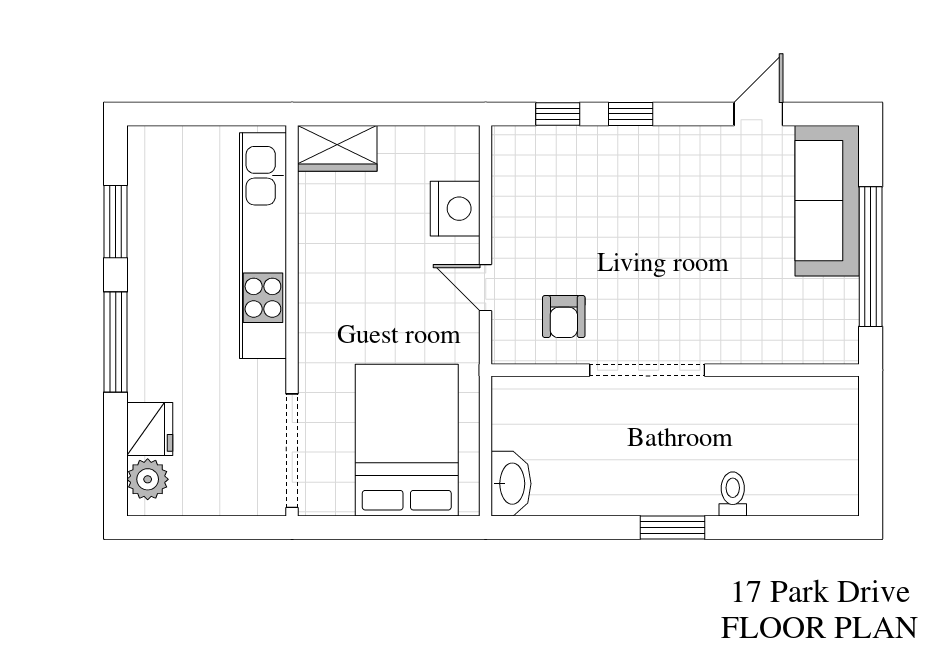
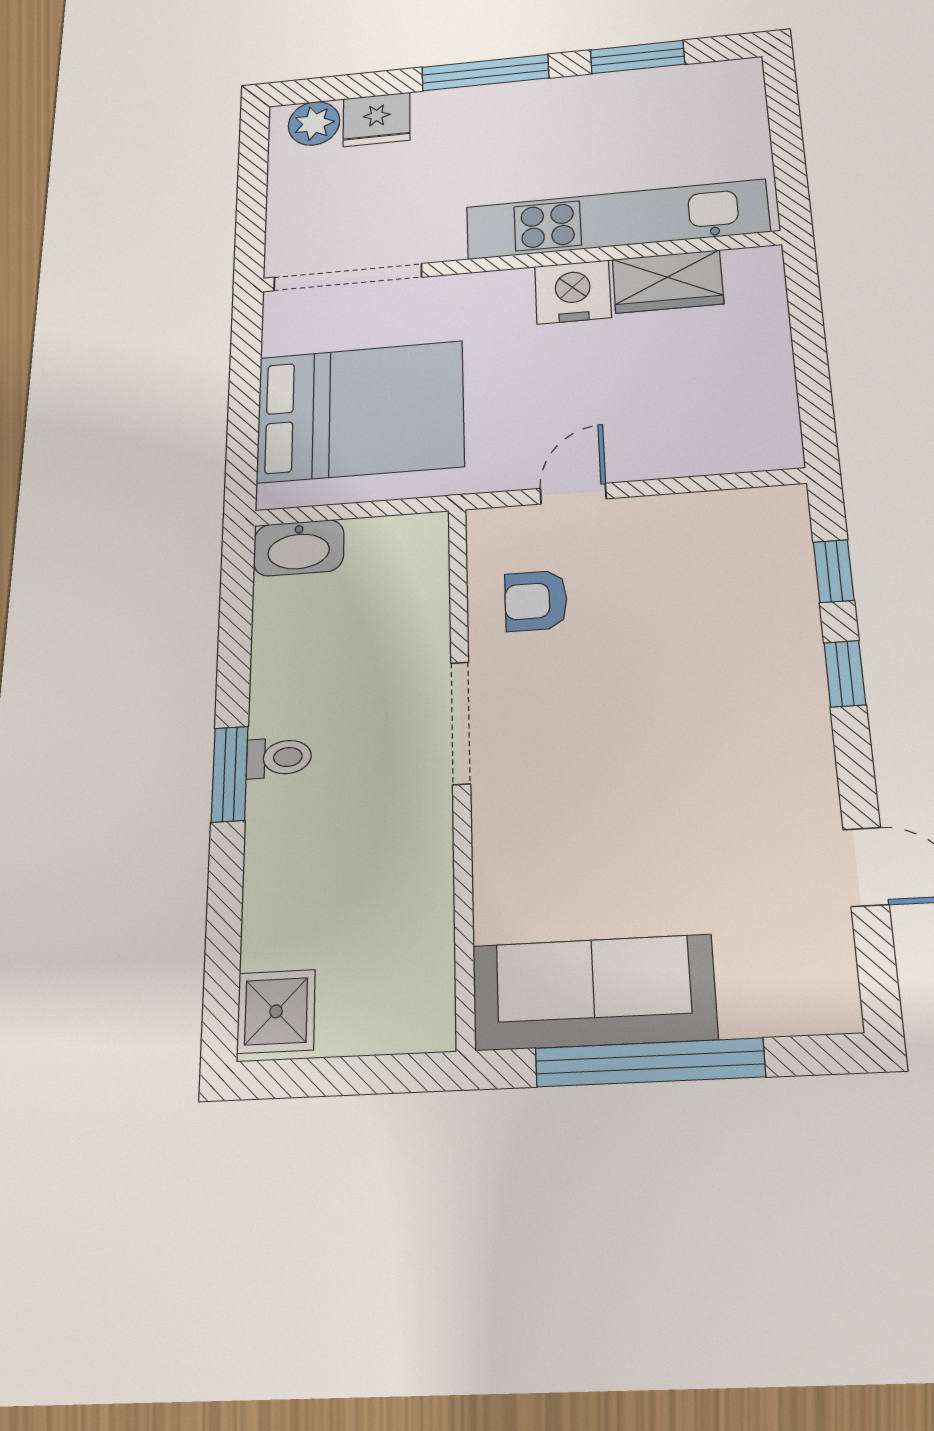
wardrobe: (337, 148) -> (668, 281), moved, turned -90
sofa: (827, 201) -> (594, 992), moved
nightstand: (455, 209) -> (573, 292), moved, turned 180
doorway: (647, 370) -> (461, 723), width x0.73
shower: (829, 491) -> (276, 1011), added
toilet: (733, 494) -> (279, 758), moved

